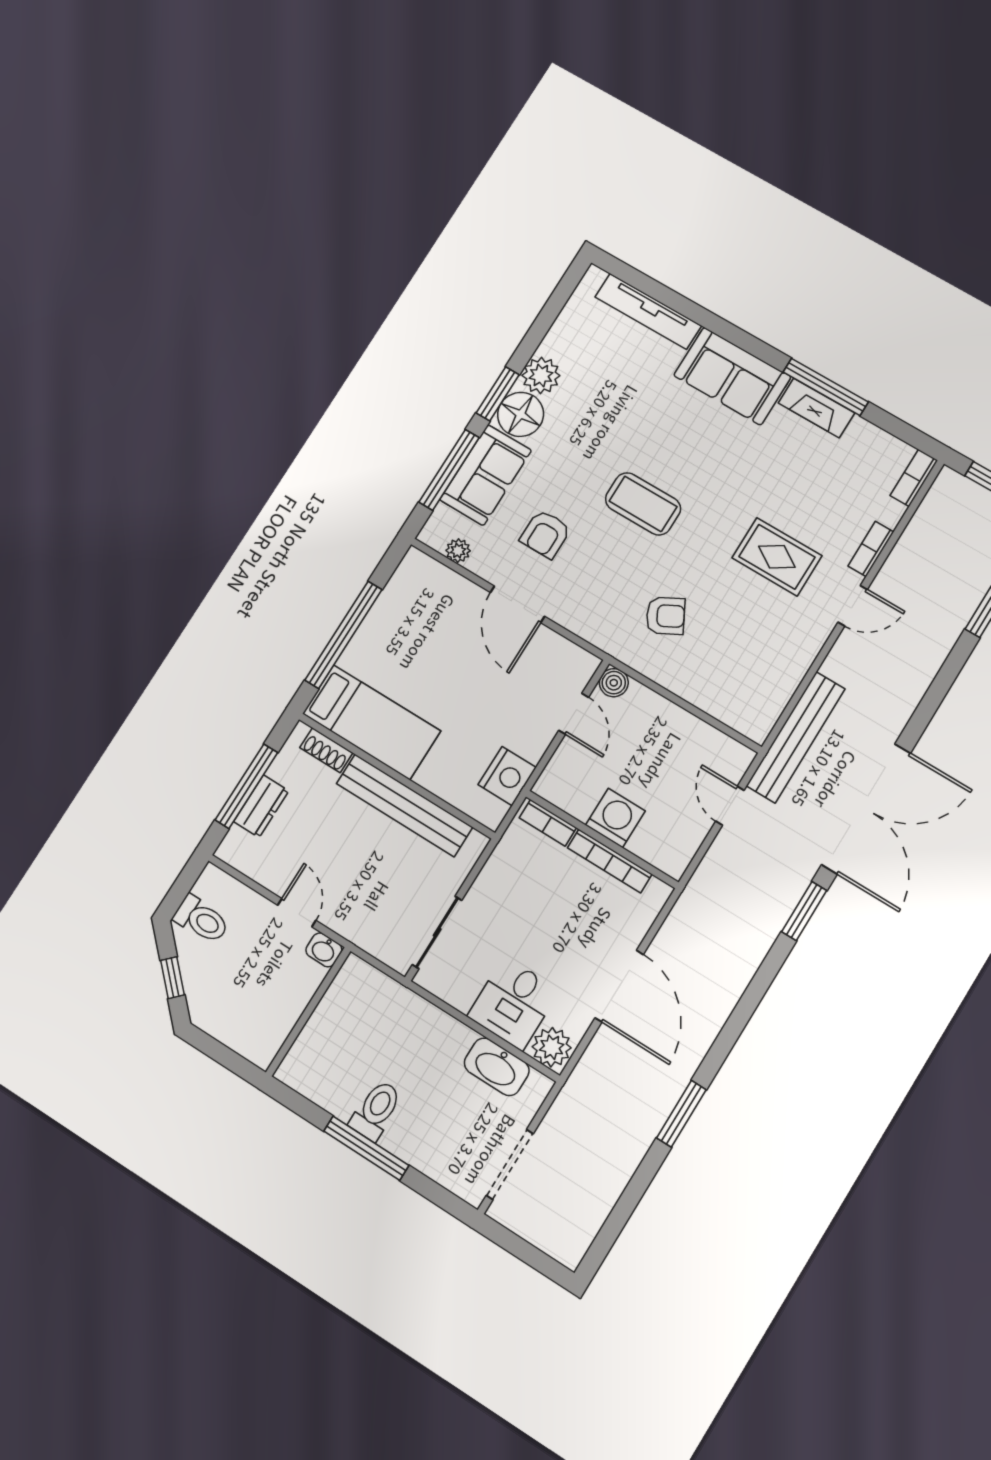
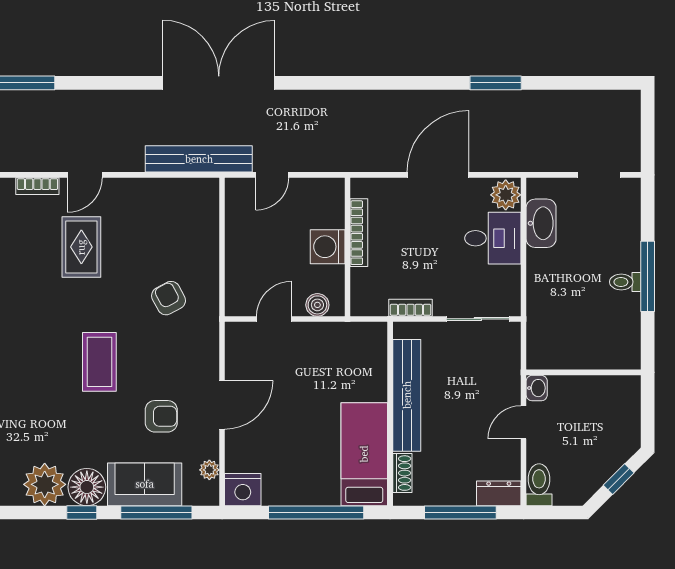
plant: (541, 375) -> (45, 484), width x1.36, depth x1.36
window: (498, 394) -> (82, 512), width x0.67
door: (853, 606) -> (85, 175), swing flipped
boiler: (614, 683) -> (317, 305), moved
nightstand: (507, 776) -> (243, 490), moved, turned 180
dresser: (261, 806) -> (499, 493), moved
bookcase: (548, 823) -> (410, 308), moved, turned -90
window: (804, 911) -> (313, 83), removed
toilet: (201, 919) -> (539, 485), moved
toilet: (376, 1110) -> (625, 282), width x0.73, depth x0.72
doorway: (510, 1164) -> (599, 175), width x0.73

